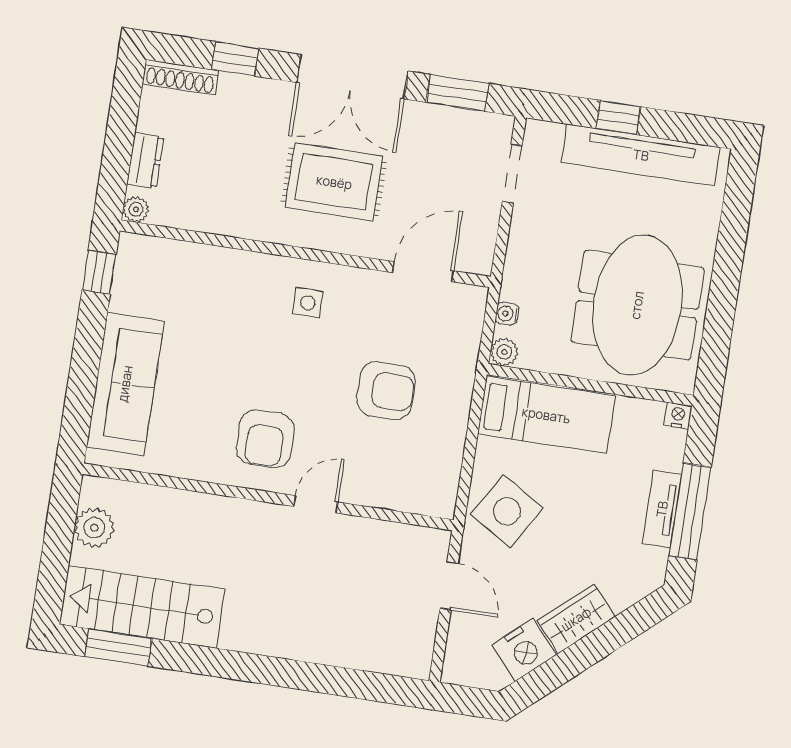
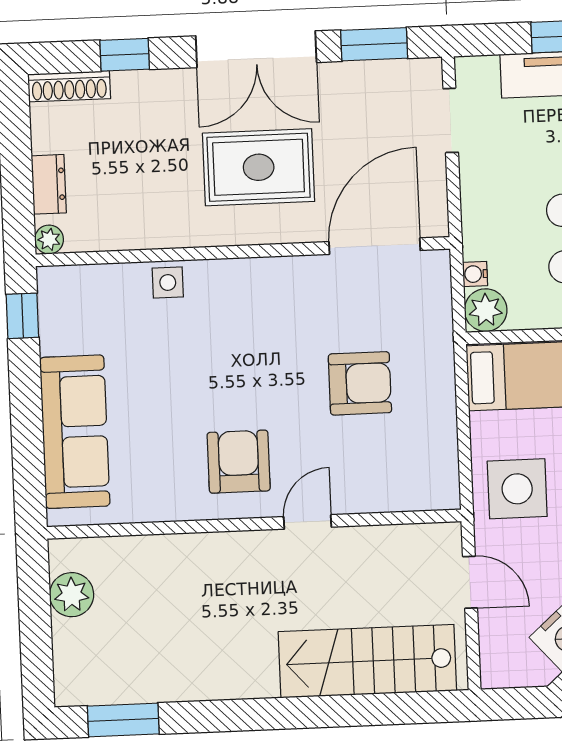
door: (423, 272) -> (375, 246), width x1.36
side table: (308, 303) -> (168, 283), moved
plant: (504, 352) -> (486, 310), width x1.38, depth x1.38
armchair: (265, 439) -> (239, 462), turned 180
side table: (507, 511) -> (517, 489), turned -31
stairs: (142, 607) -> (367, 661), moved

